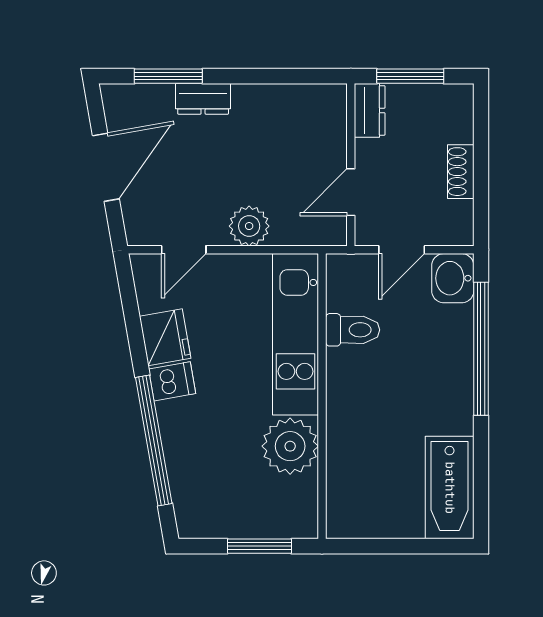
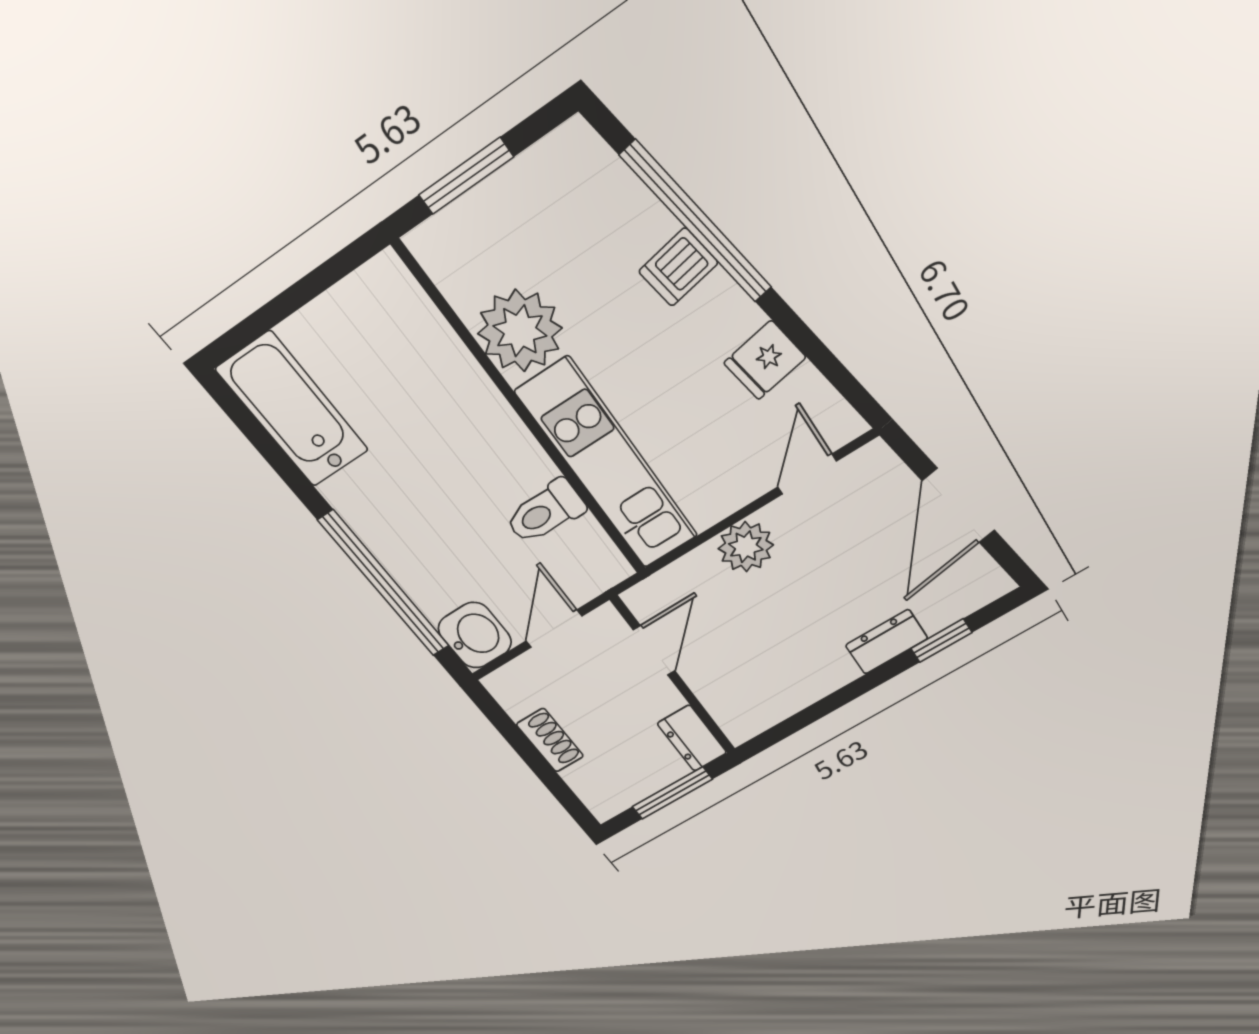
window: (168, 76) -> (941, 641), width x0.67
fridge: (165, 337) -> (765, 360), width x0.72
dishwasher: (172, 381) -> (678, 267), moved

